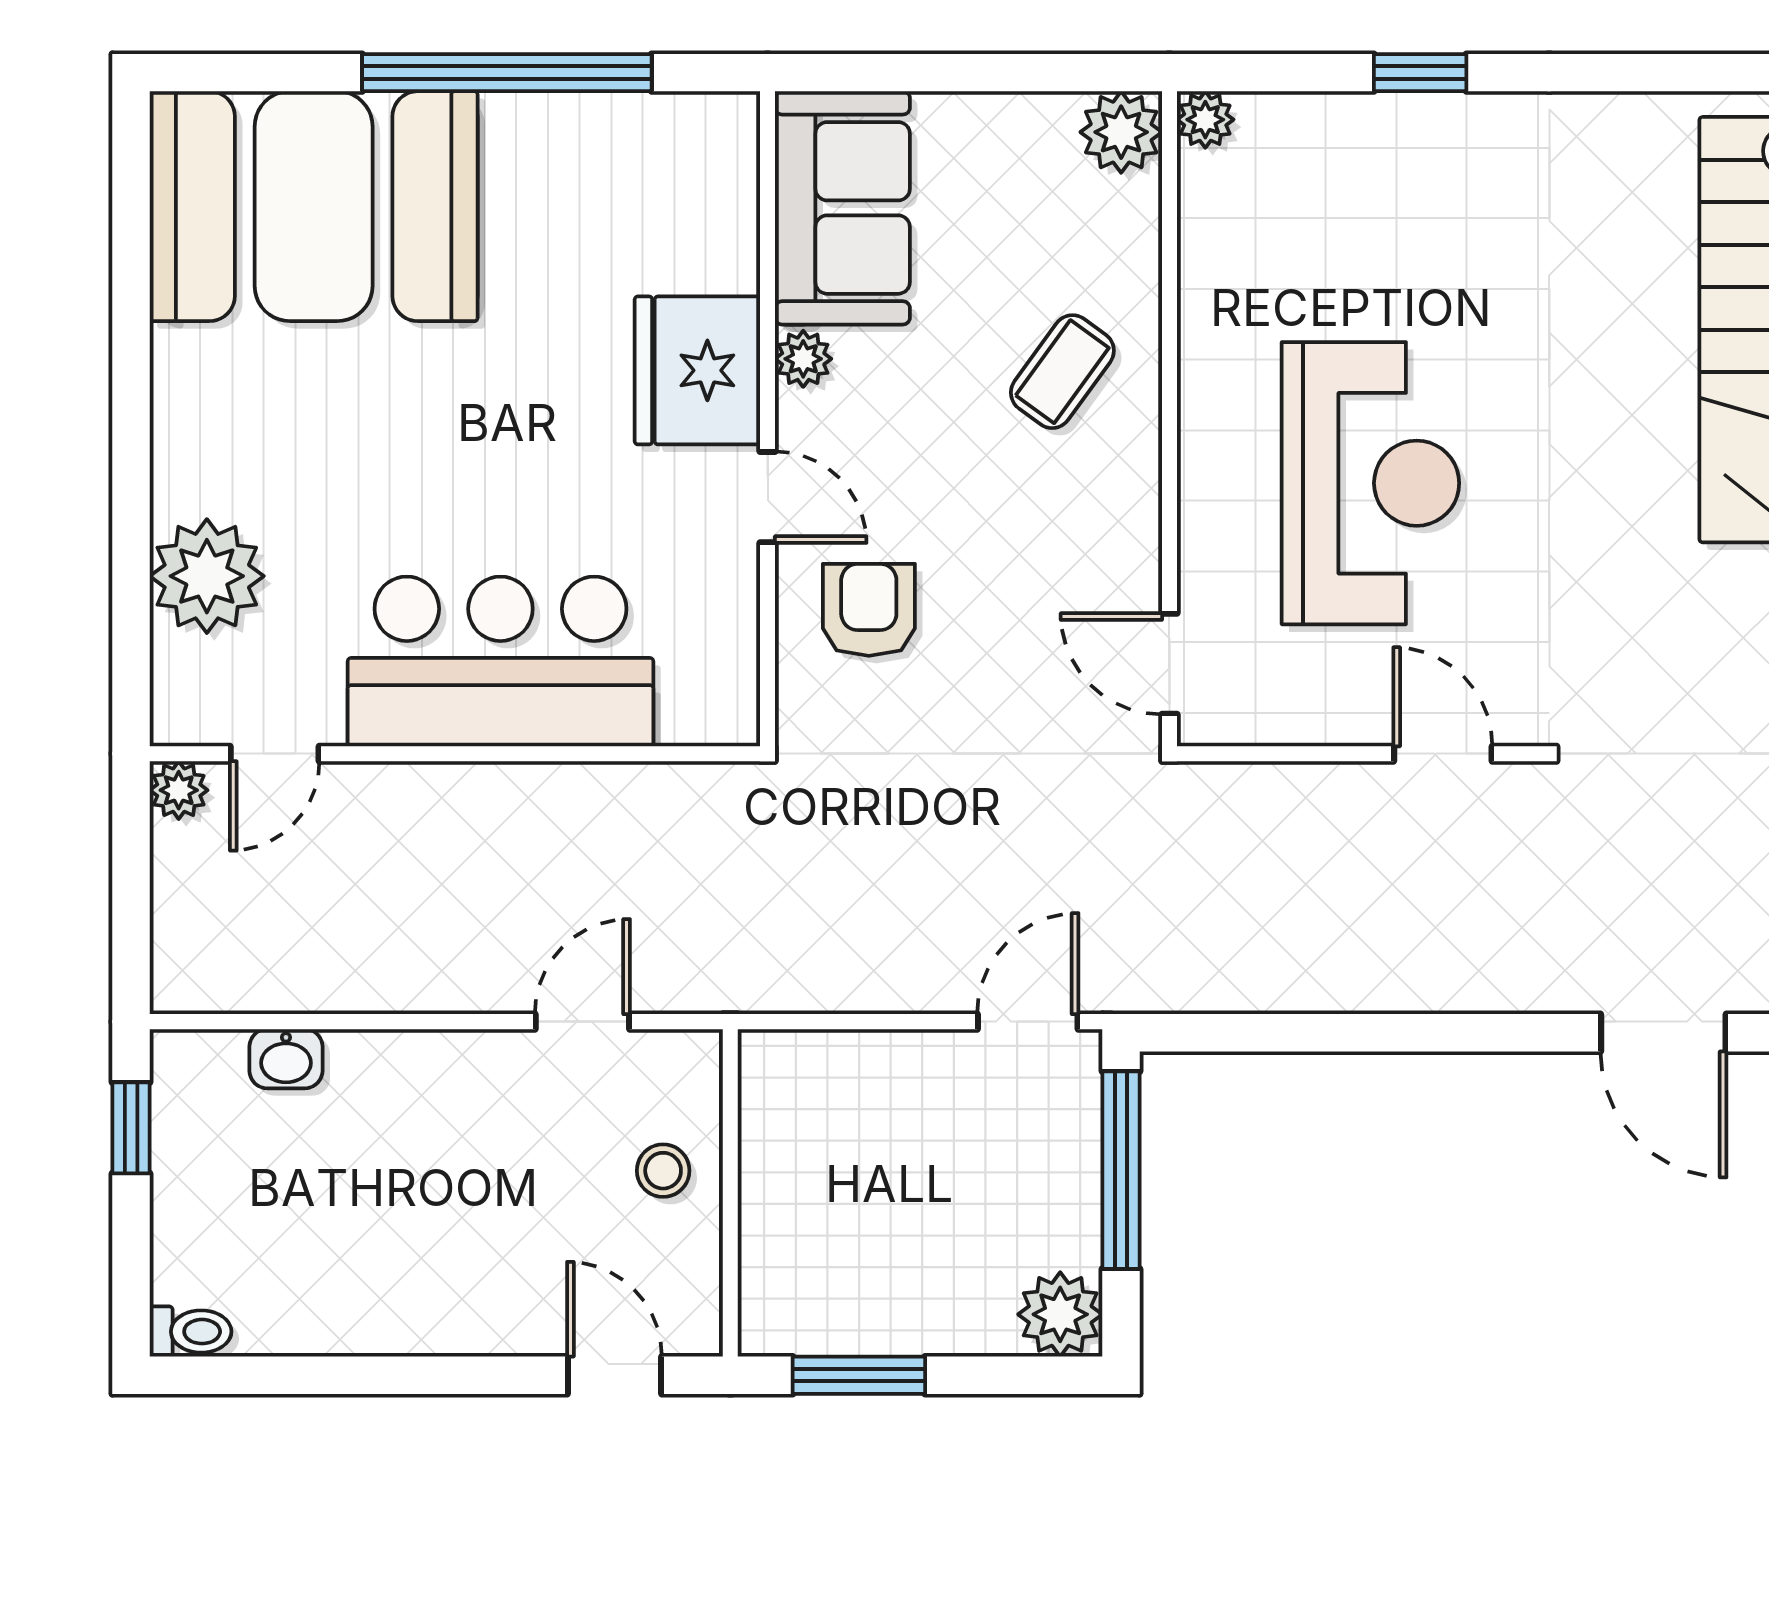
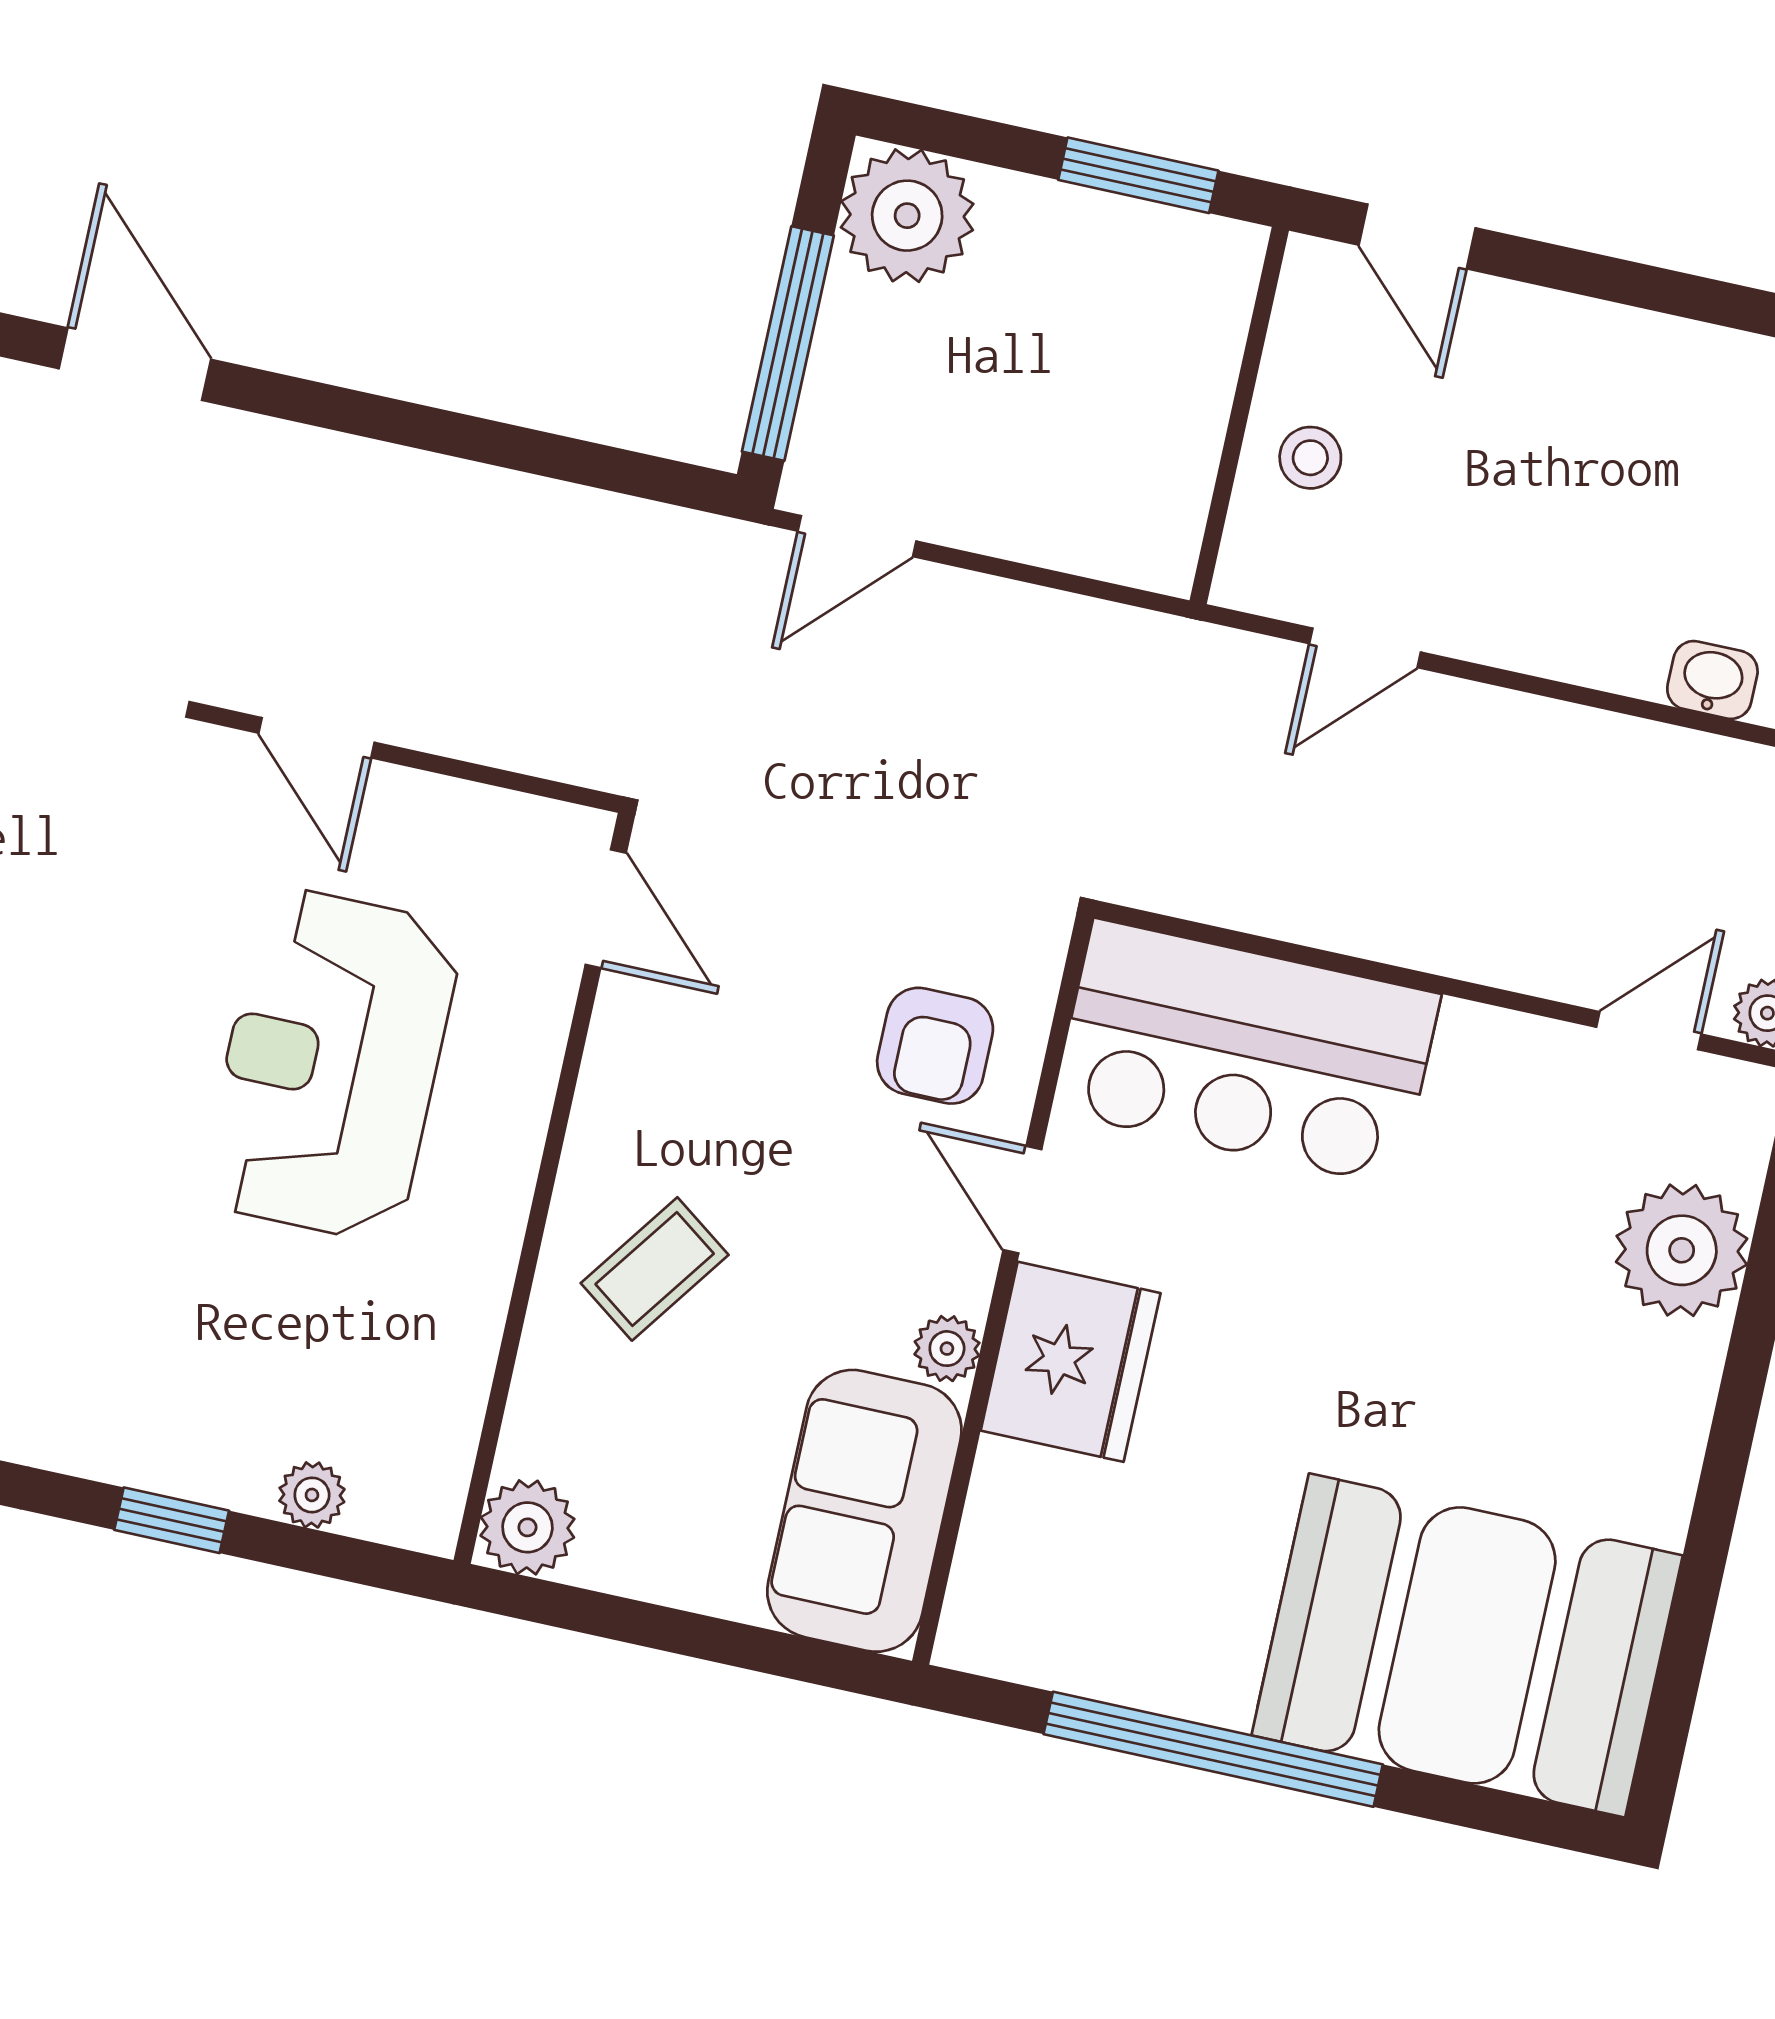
plant: (1205, 120) -> (312, 1495), moved
bar counter: (500, 661) -> (1246, 1053), moved
plant: (1060, 1314) -> (907, 216), width x1.36, depth x1.36

